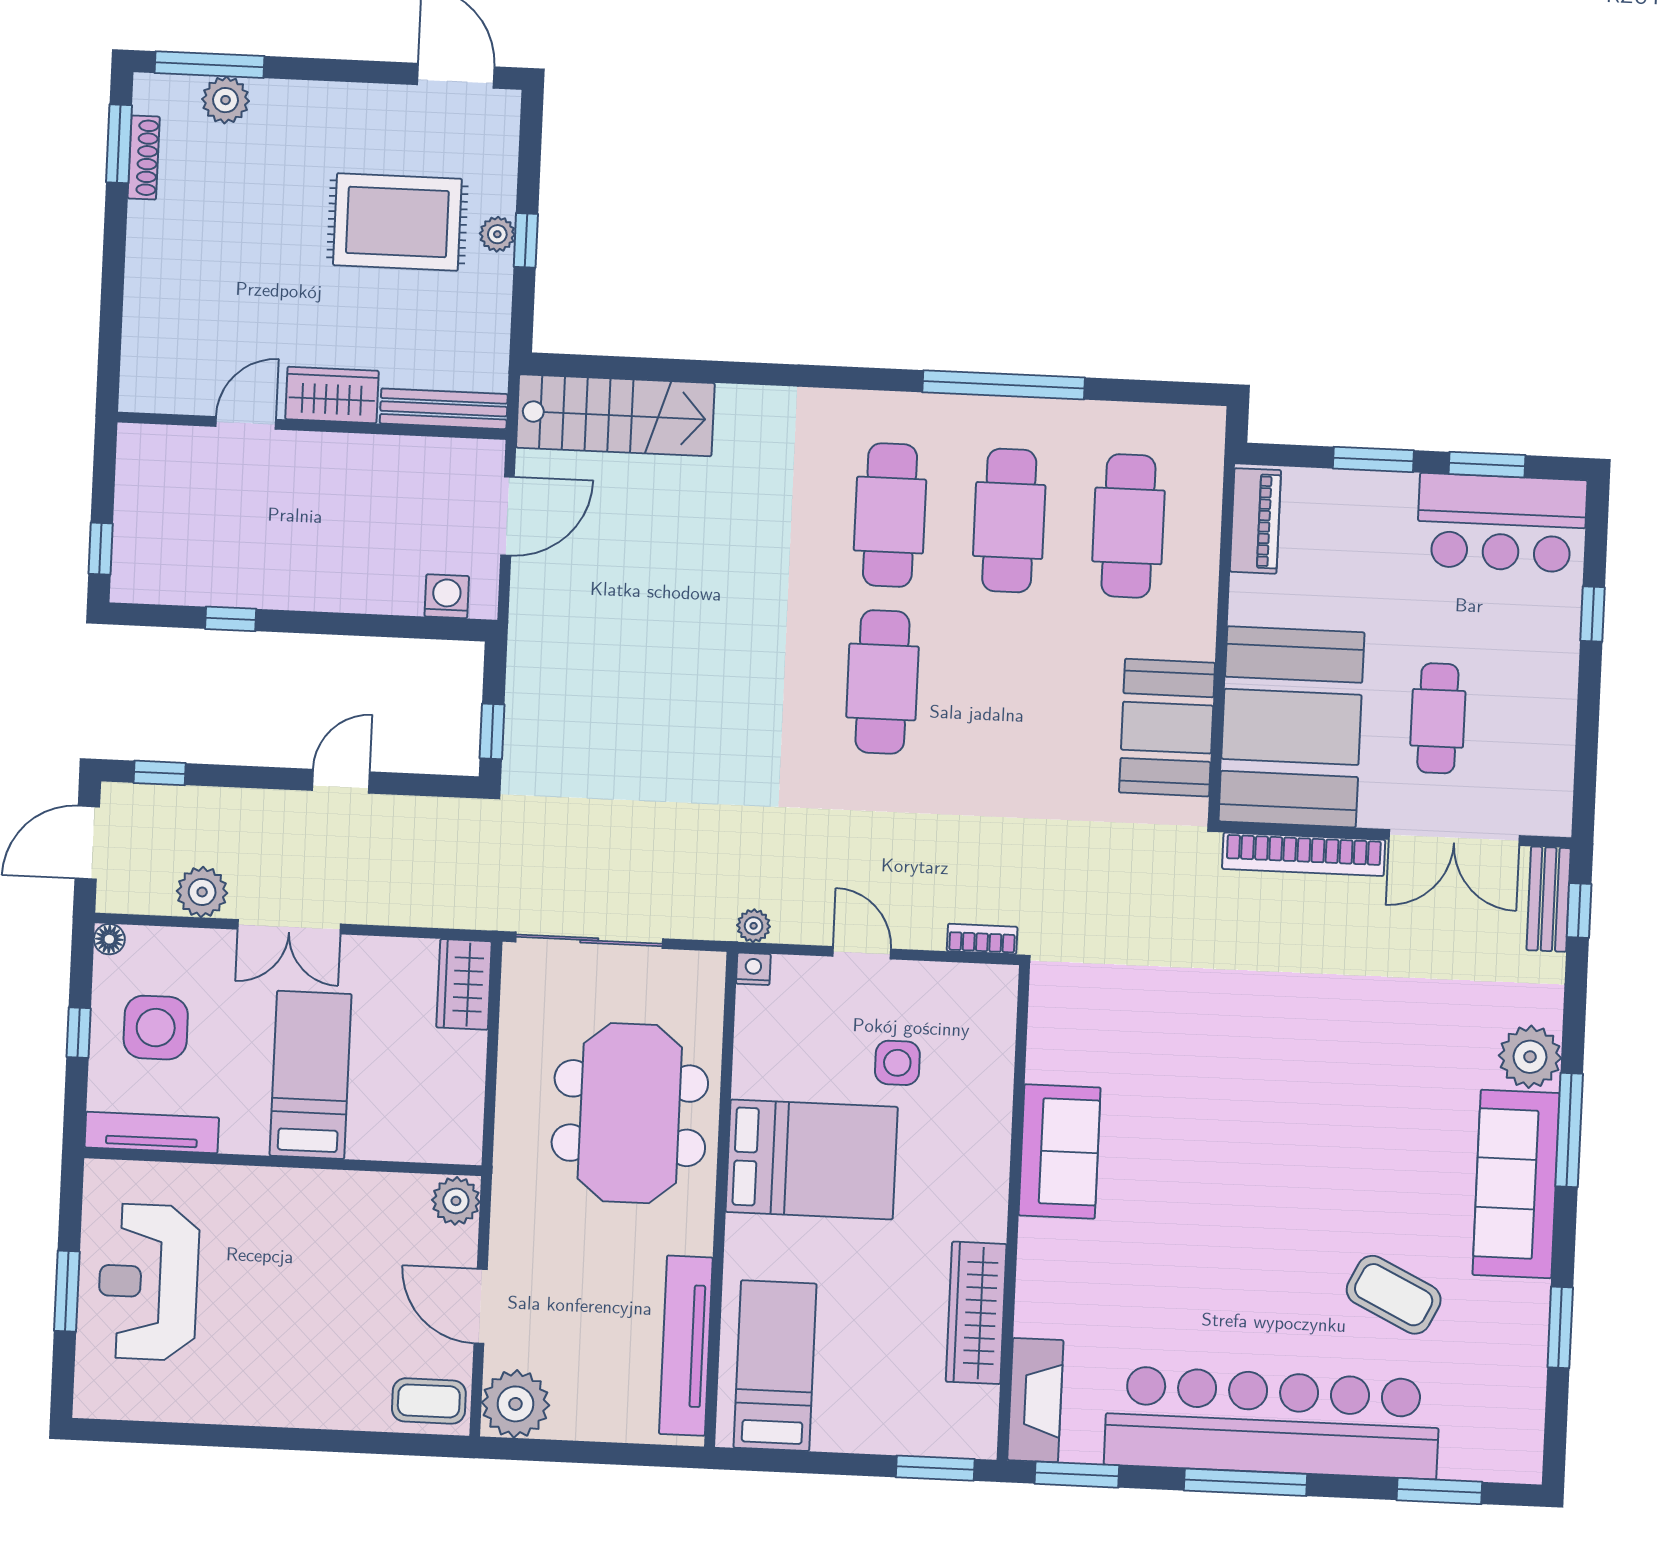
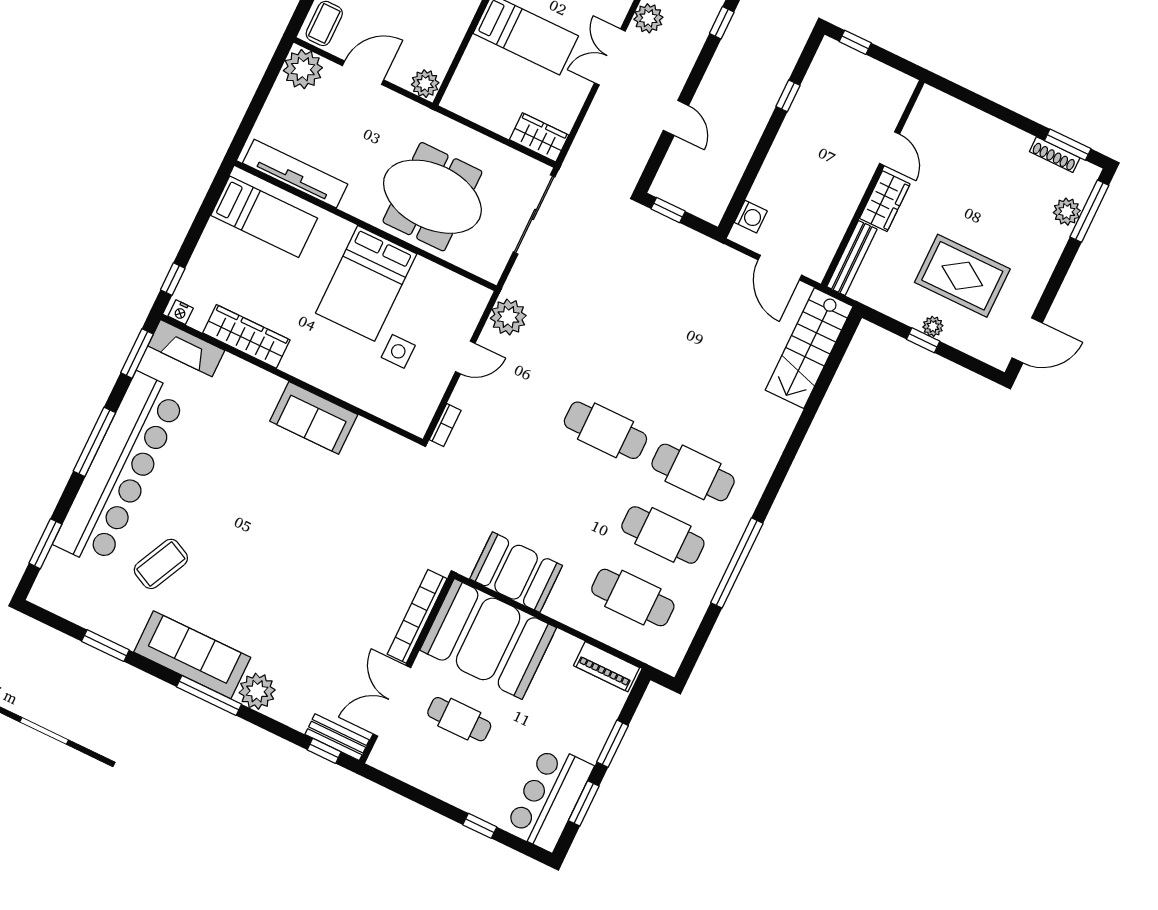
rug: (397, 222) -> (962, 276), turned 90
plant: (754, 926) -> (508, 317), width x1.87, depth x1.87
nightstand: (753, 969) -> (181, 312), moved, turned 90
window: (935, 1468) -> (173, 279), width x0.67

